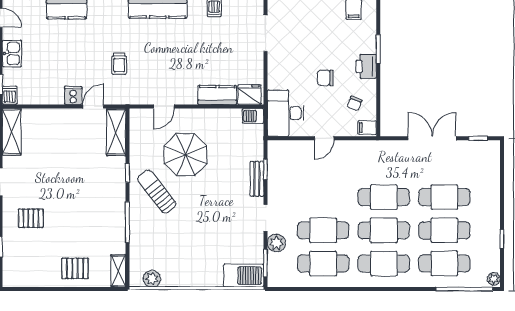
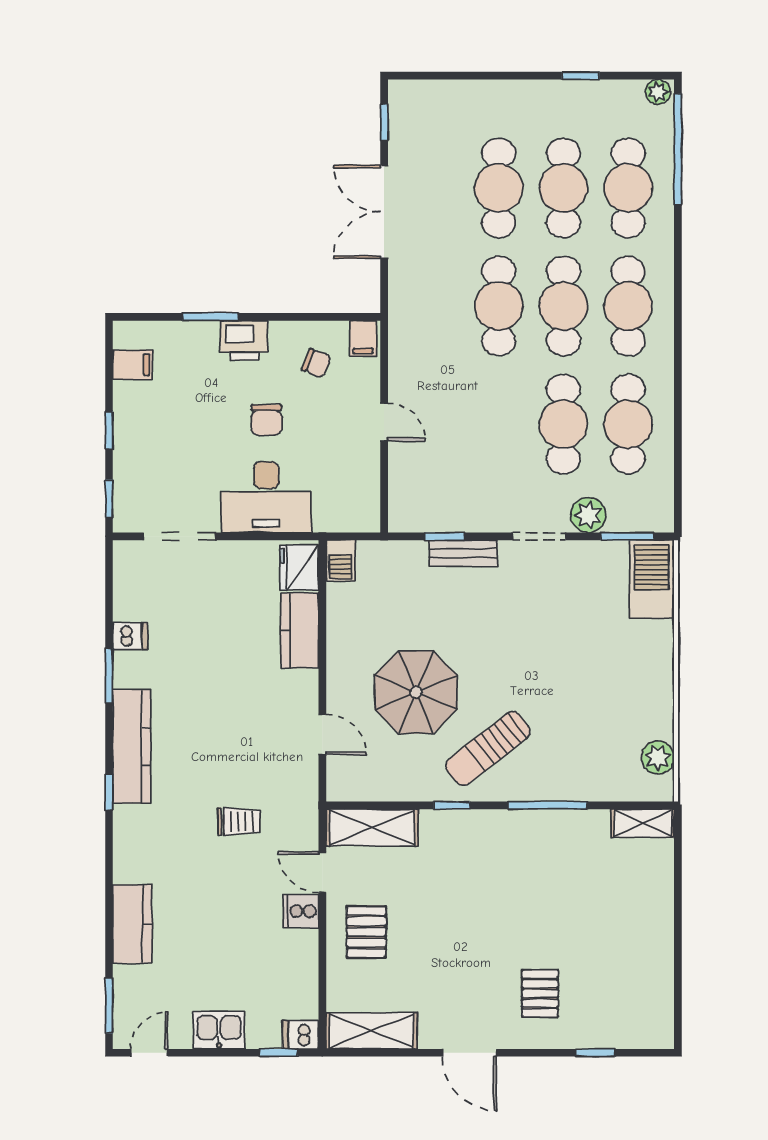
desk: (286, 113) -> (266, 497), moved
pallet: (75, 268) -> (366, 932), moved

